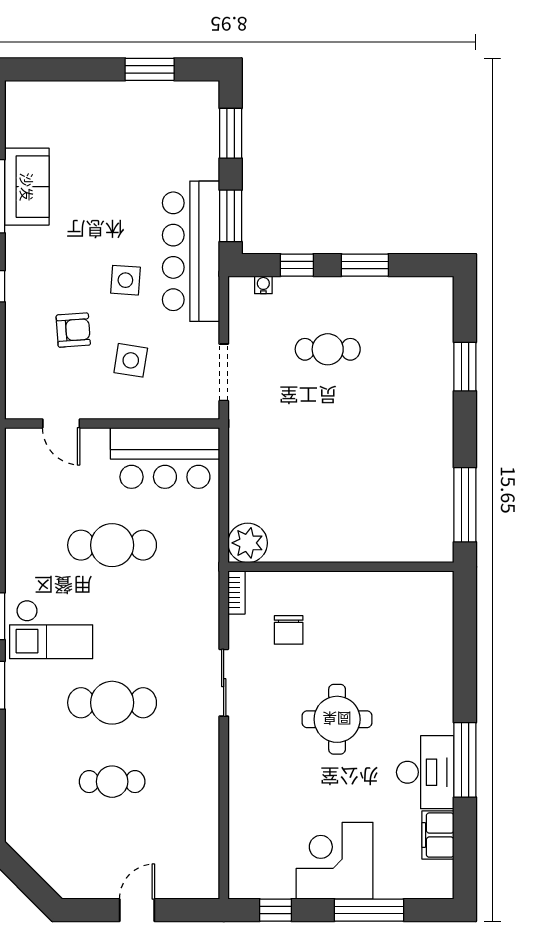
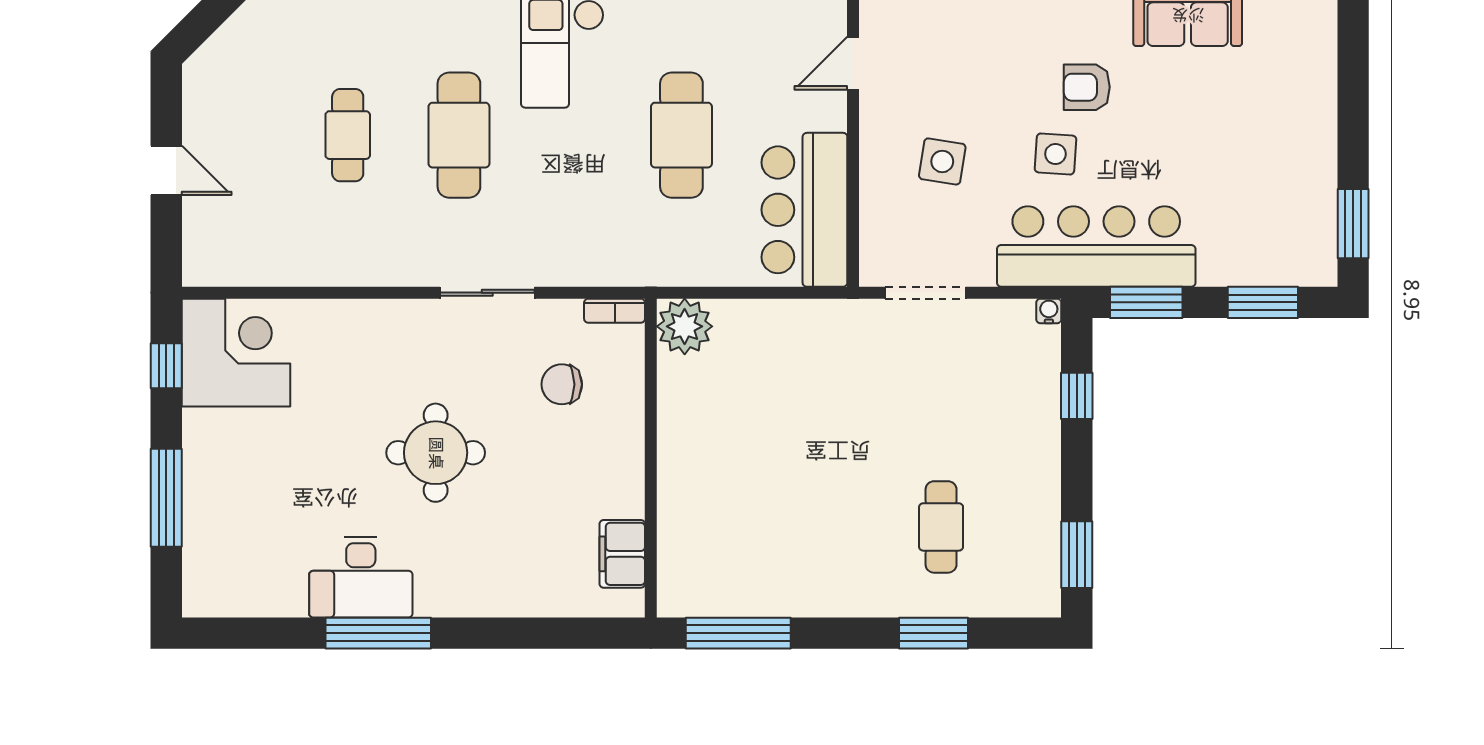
window: (150, 69) -> (1353, 224), moved
window: (365, 265) -> (1077, 555), moved
water cooler: (263, 285) -> (1049, 311), moved, turned -90
armchair: (73, 330) -> (1087, 87), moved, turned 94
cafe table: (328, 349) -> (941, 527), moved
filing cabinet: (438, 835) -> (622, 554), moved, turned -90
corner desk: (335, 861) -> (236, 353), moved

